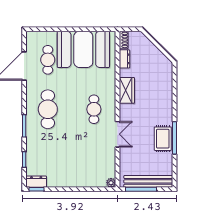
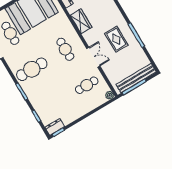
cafe table: (48, 109) -> (32, 69), turned 90
rug: (163, 139) -> (116, 39), moved
cafe table: (94, 159) -> (87, 85), added

